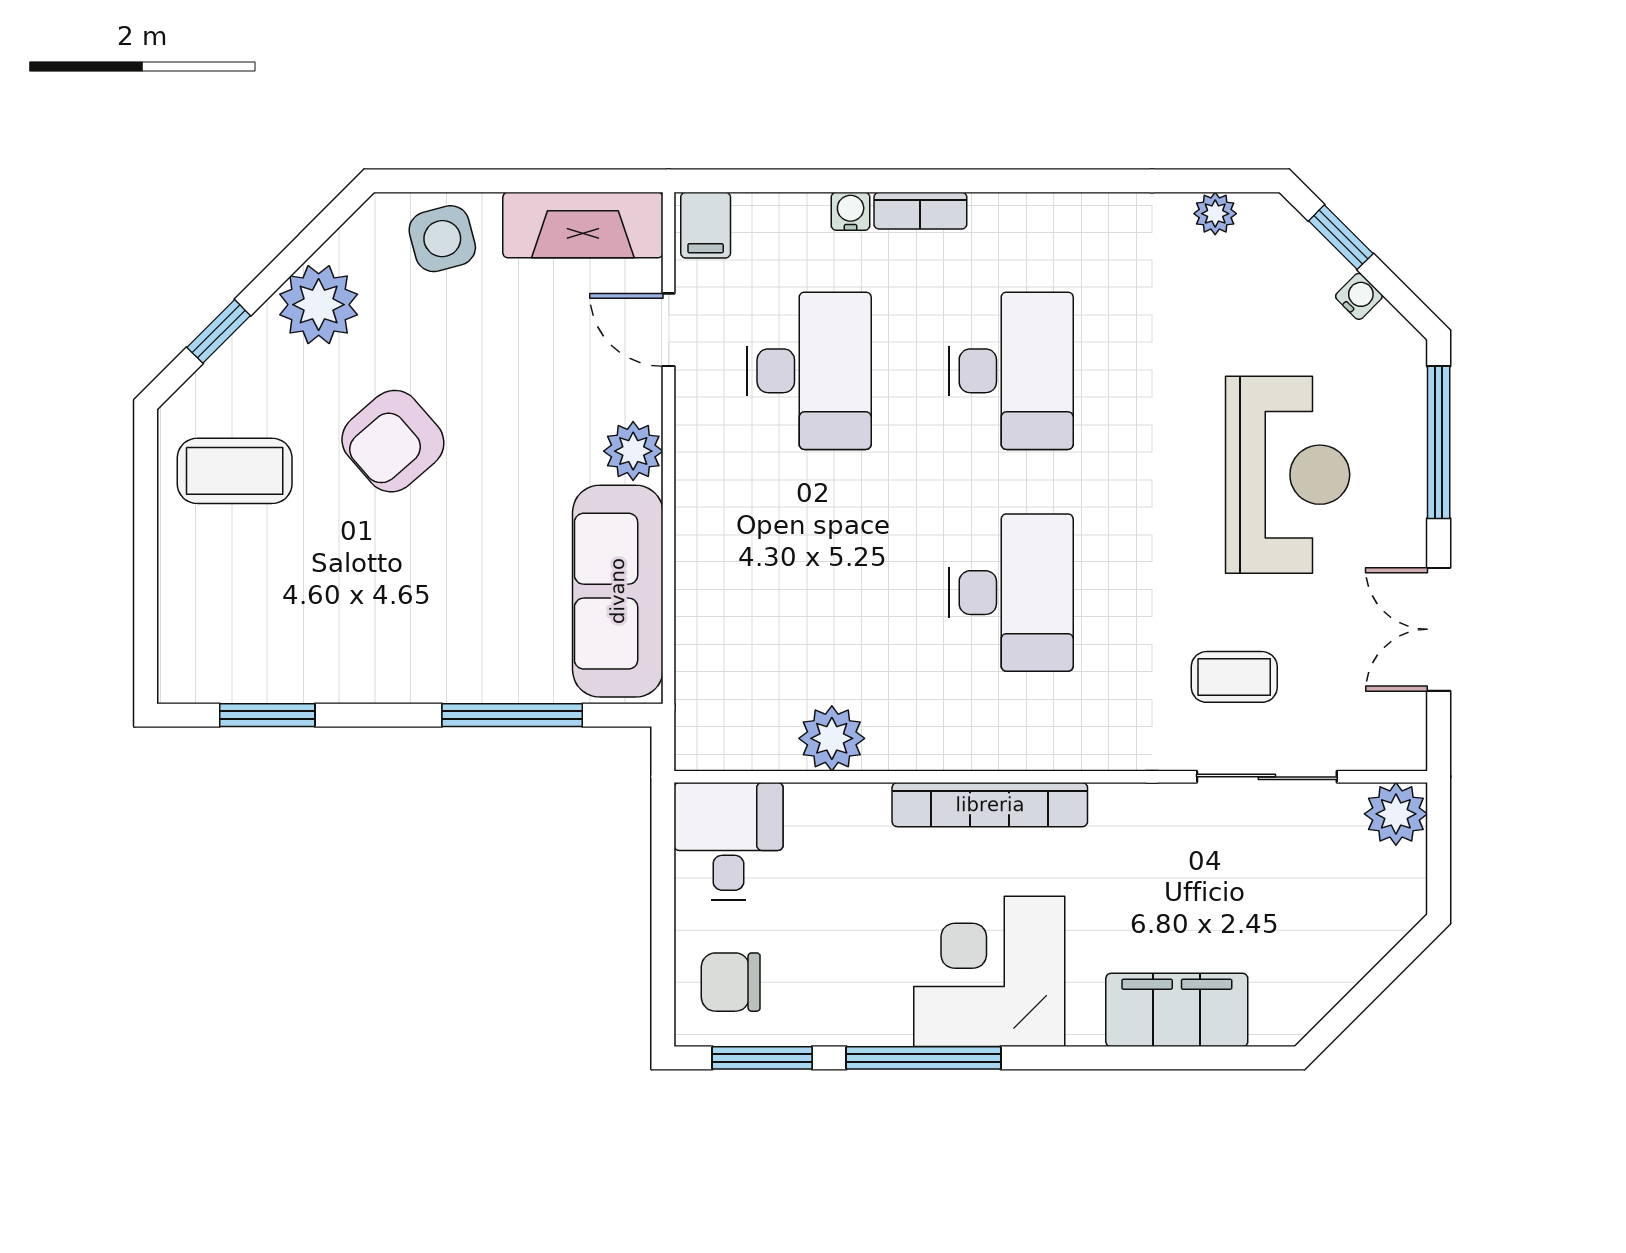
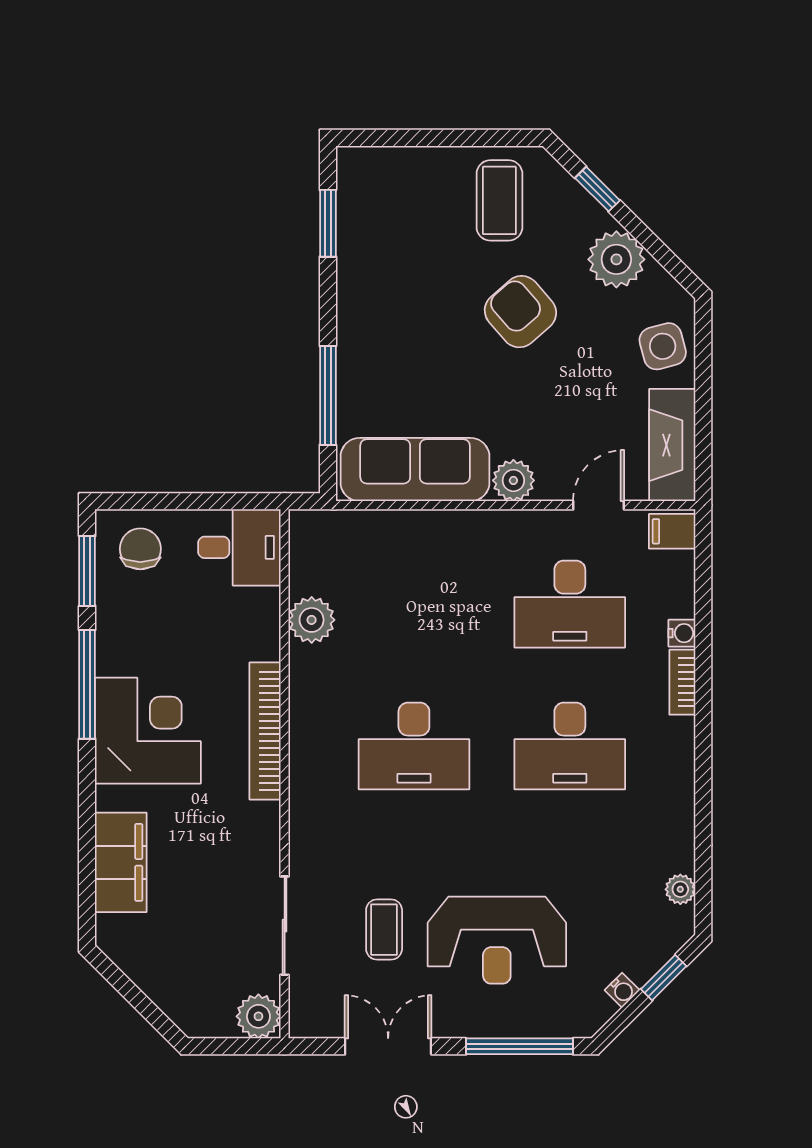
coffee table: (1234, 677) -> (384, 930), moved

